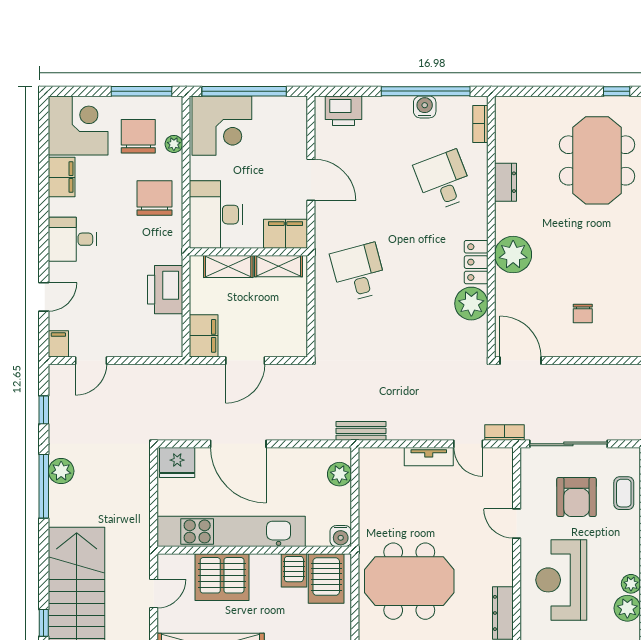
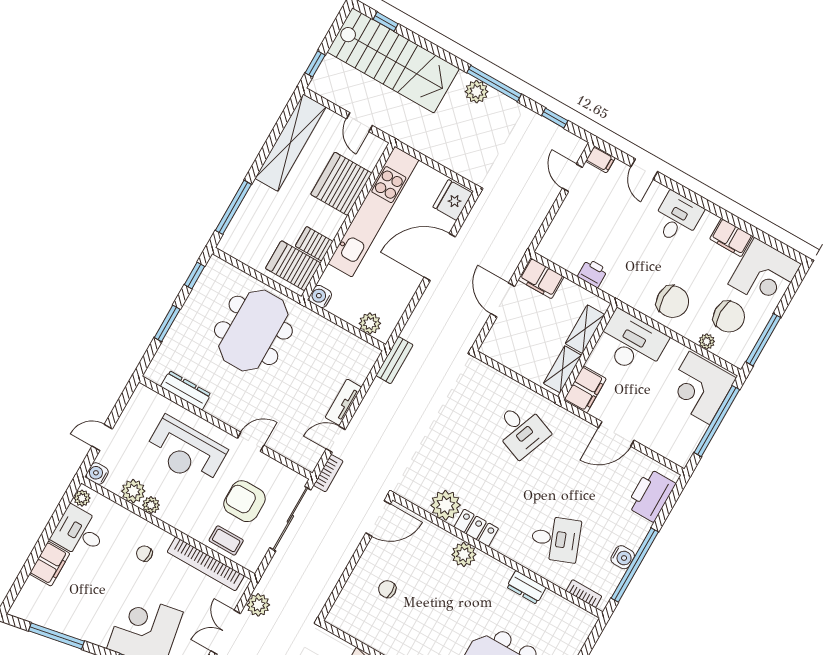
printer: (344, 111) -> (651, 495), width x1.37, depth x1.19
plant: (513, 255) -> (464, 554), width x0.73, depth x0.73
desk: (359, 272) -> (521, 430), turned 36
printer: (165, 290) -> (593, 273), width x0.53, depth x0.68
plant: (61, 471) -> (477, 92), moved
reception desk: (561, 580) -> (186, 452), turned 180

